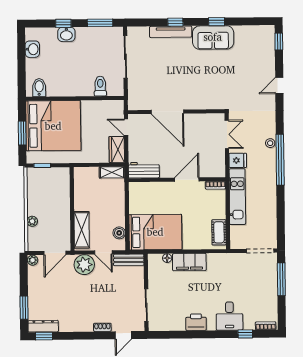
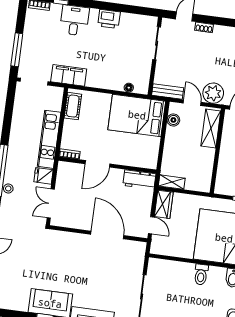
toilet: (100, 86) -> (201, 275), moved
filing cabinet: (189, 262) -> (69, 75), moved

